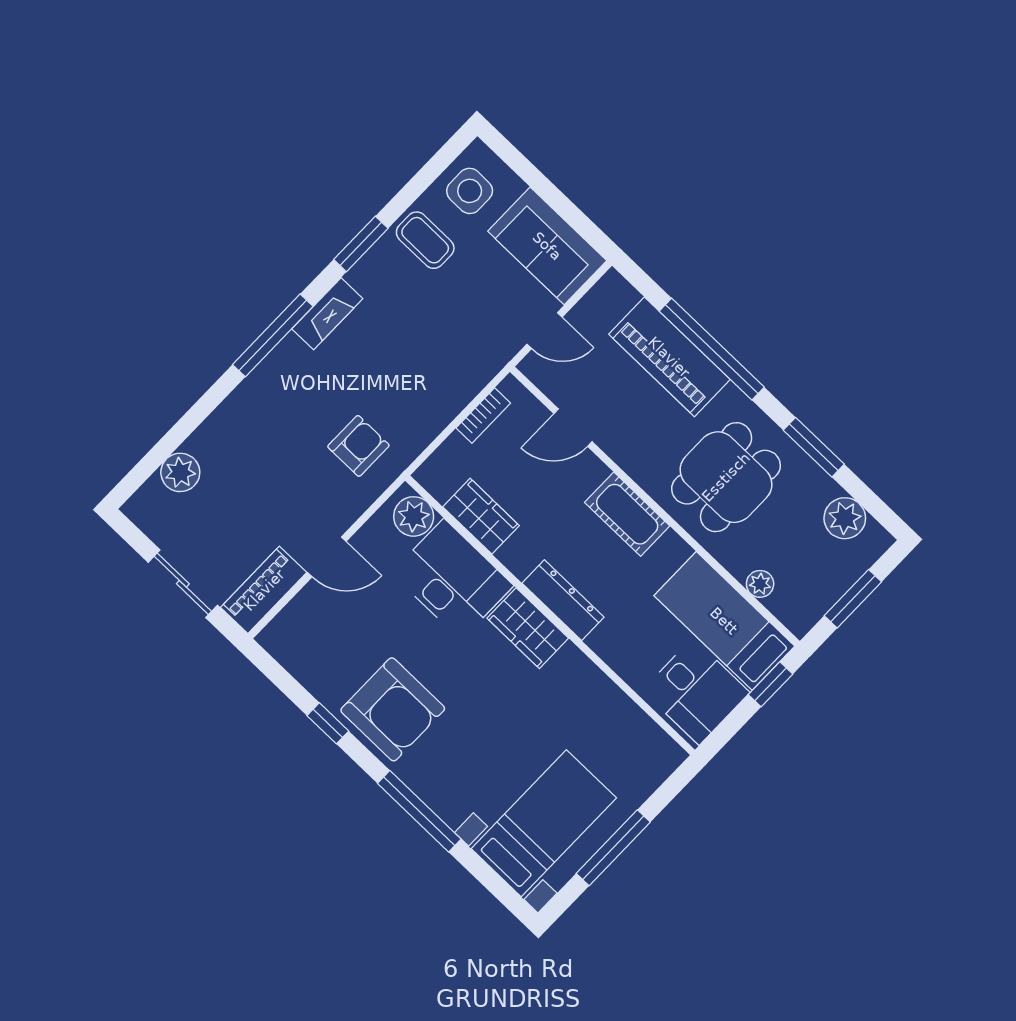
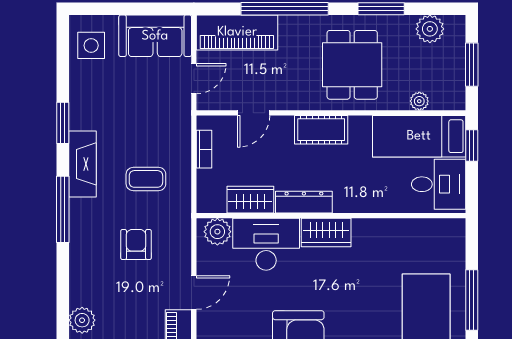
coffee table: (425, 240) -> (146, 179), moved
fireplace: (327, 314) -> (83, 164), width x1.37, depth x1.32
piano: (669, 357) -> (237, 32), moved
armchair: (358, 446) -> (136, 245), moved
dresser: (563, 600) -> (304, 202), moved

